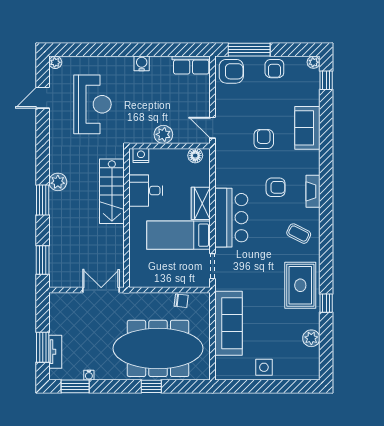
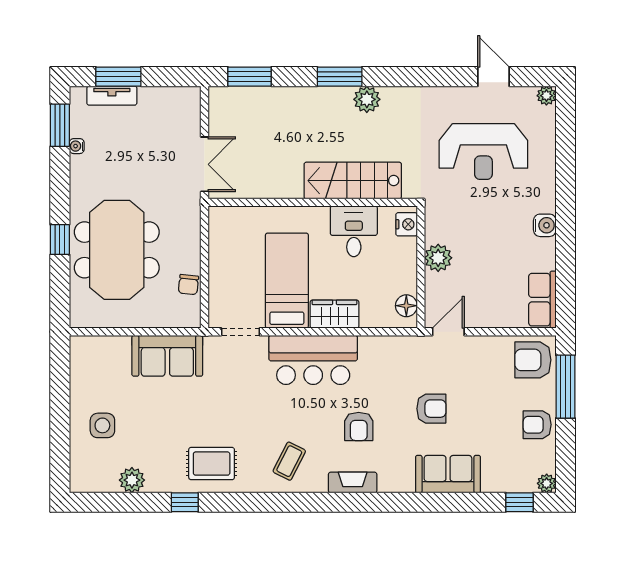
armchair: (231, 71) -> (533, 360), turned 90
rug: (300, 285) -> (212, 464), width x0.73, depth x0.70
sofa: (229, 323) -> (167, 356), width x0.73
meeting table: (158, 348) -> (117, 250), width x0.73
side table: (264, 367) -> (102, 425), moved

